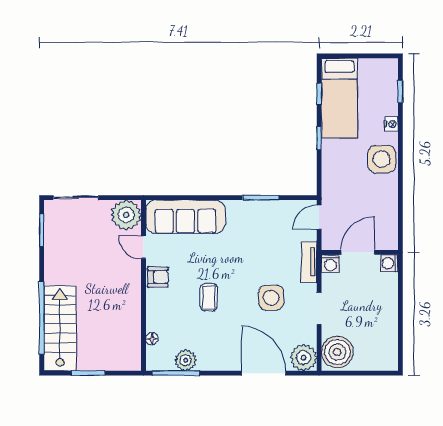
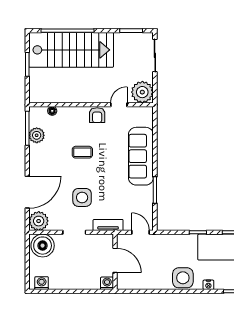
sofa: (186, 217) -> (141, 156), moved
washing machine: (330, 264) -> (42, 283), moved, turned 90
stairs: (60, 328) -> (71, 50), width x1.36, depth x1.51

